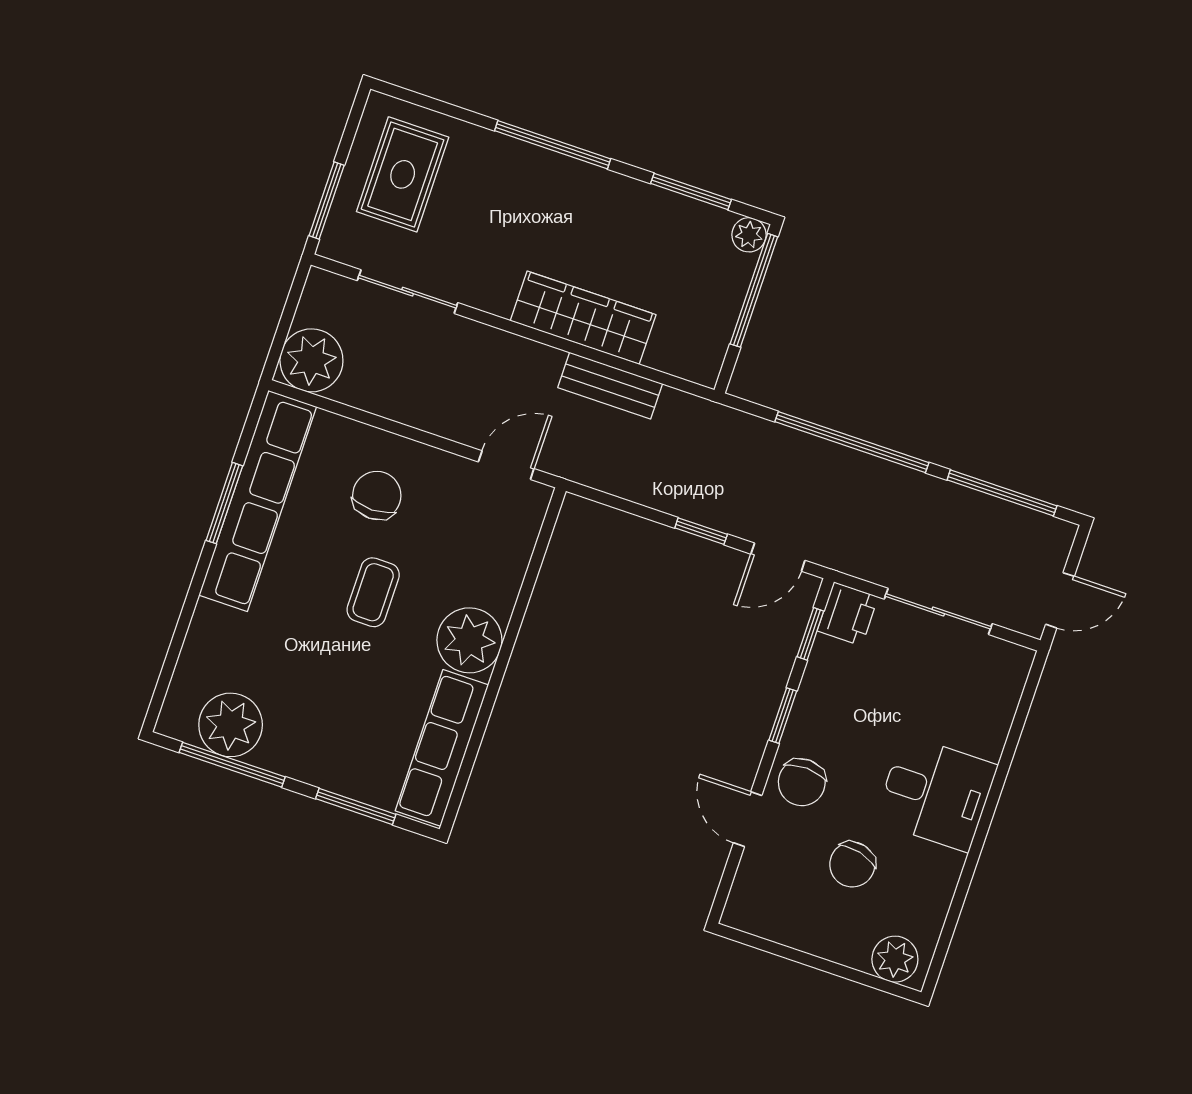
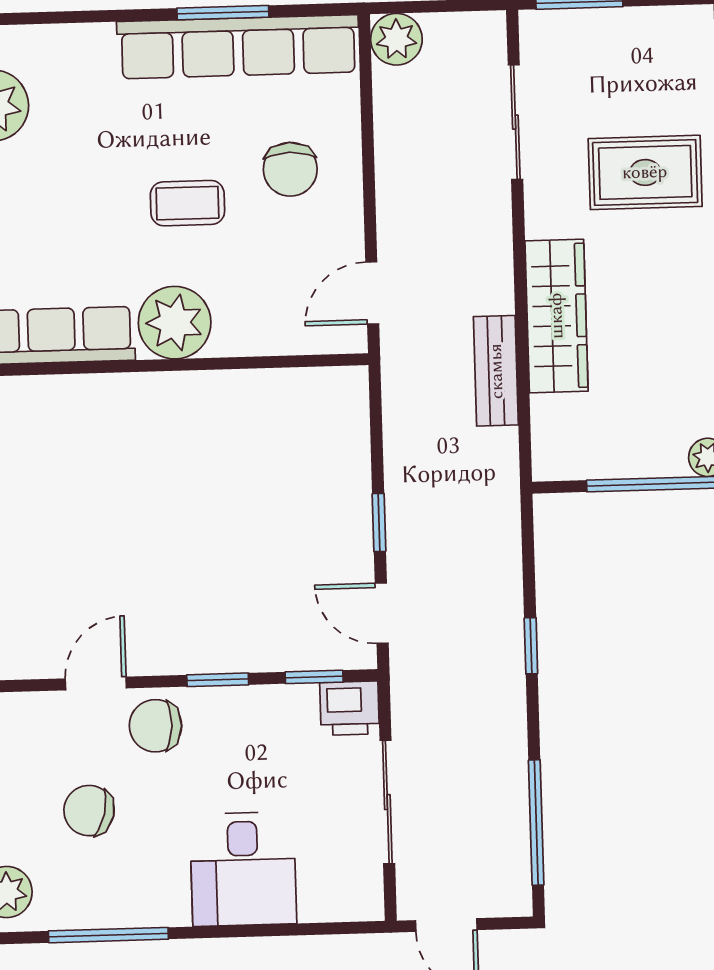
rug: (403, 174) -> (645, 172), moved
plant: (311, 360) -> (396, 39), width x0.73, depth x0.73
window: (852, 442) -> (531, 646), width x0.32
door: (506, 465) -> (372, 293), swing flipped
chair: (377, 495) -> (290, 169), turned 90
desk: (936, 793) -> (243, 869), moved
window: (963, 887) -> (108, 935), added

